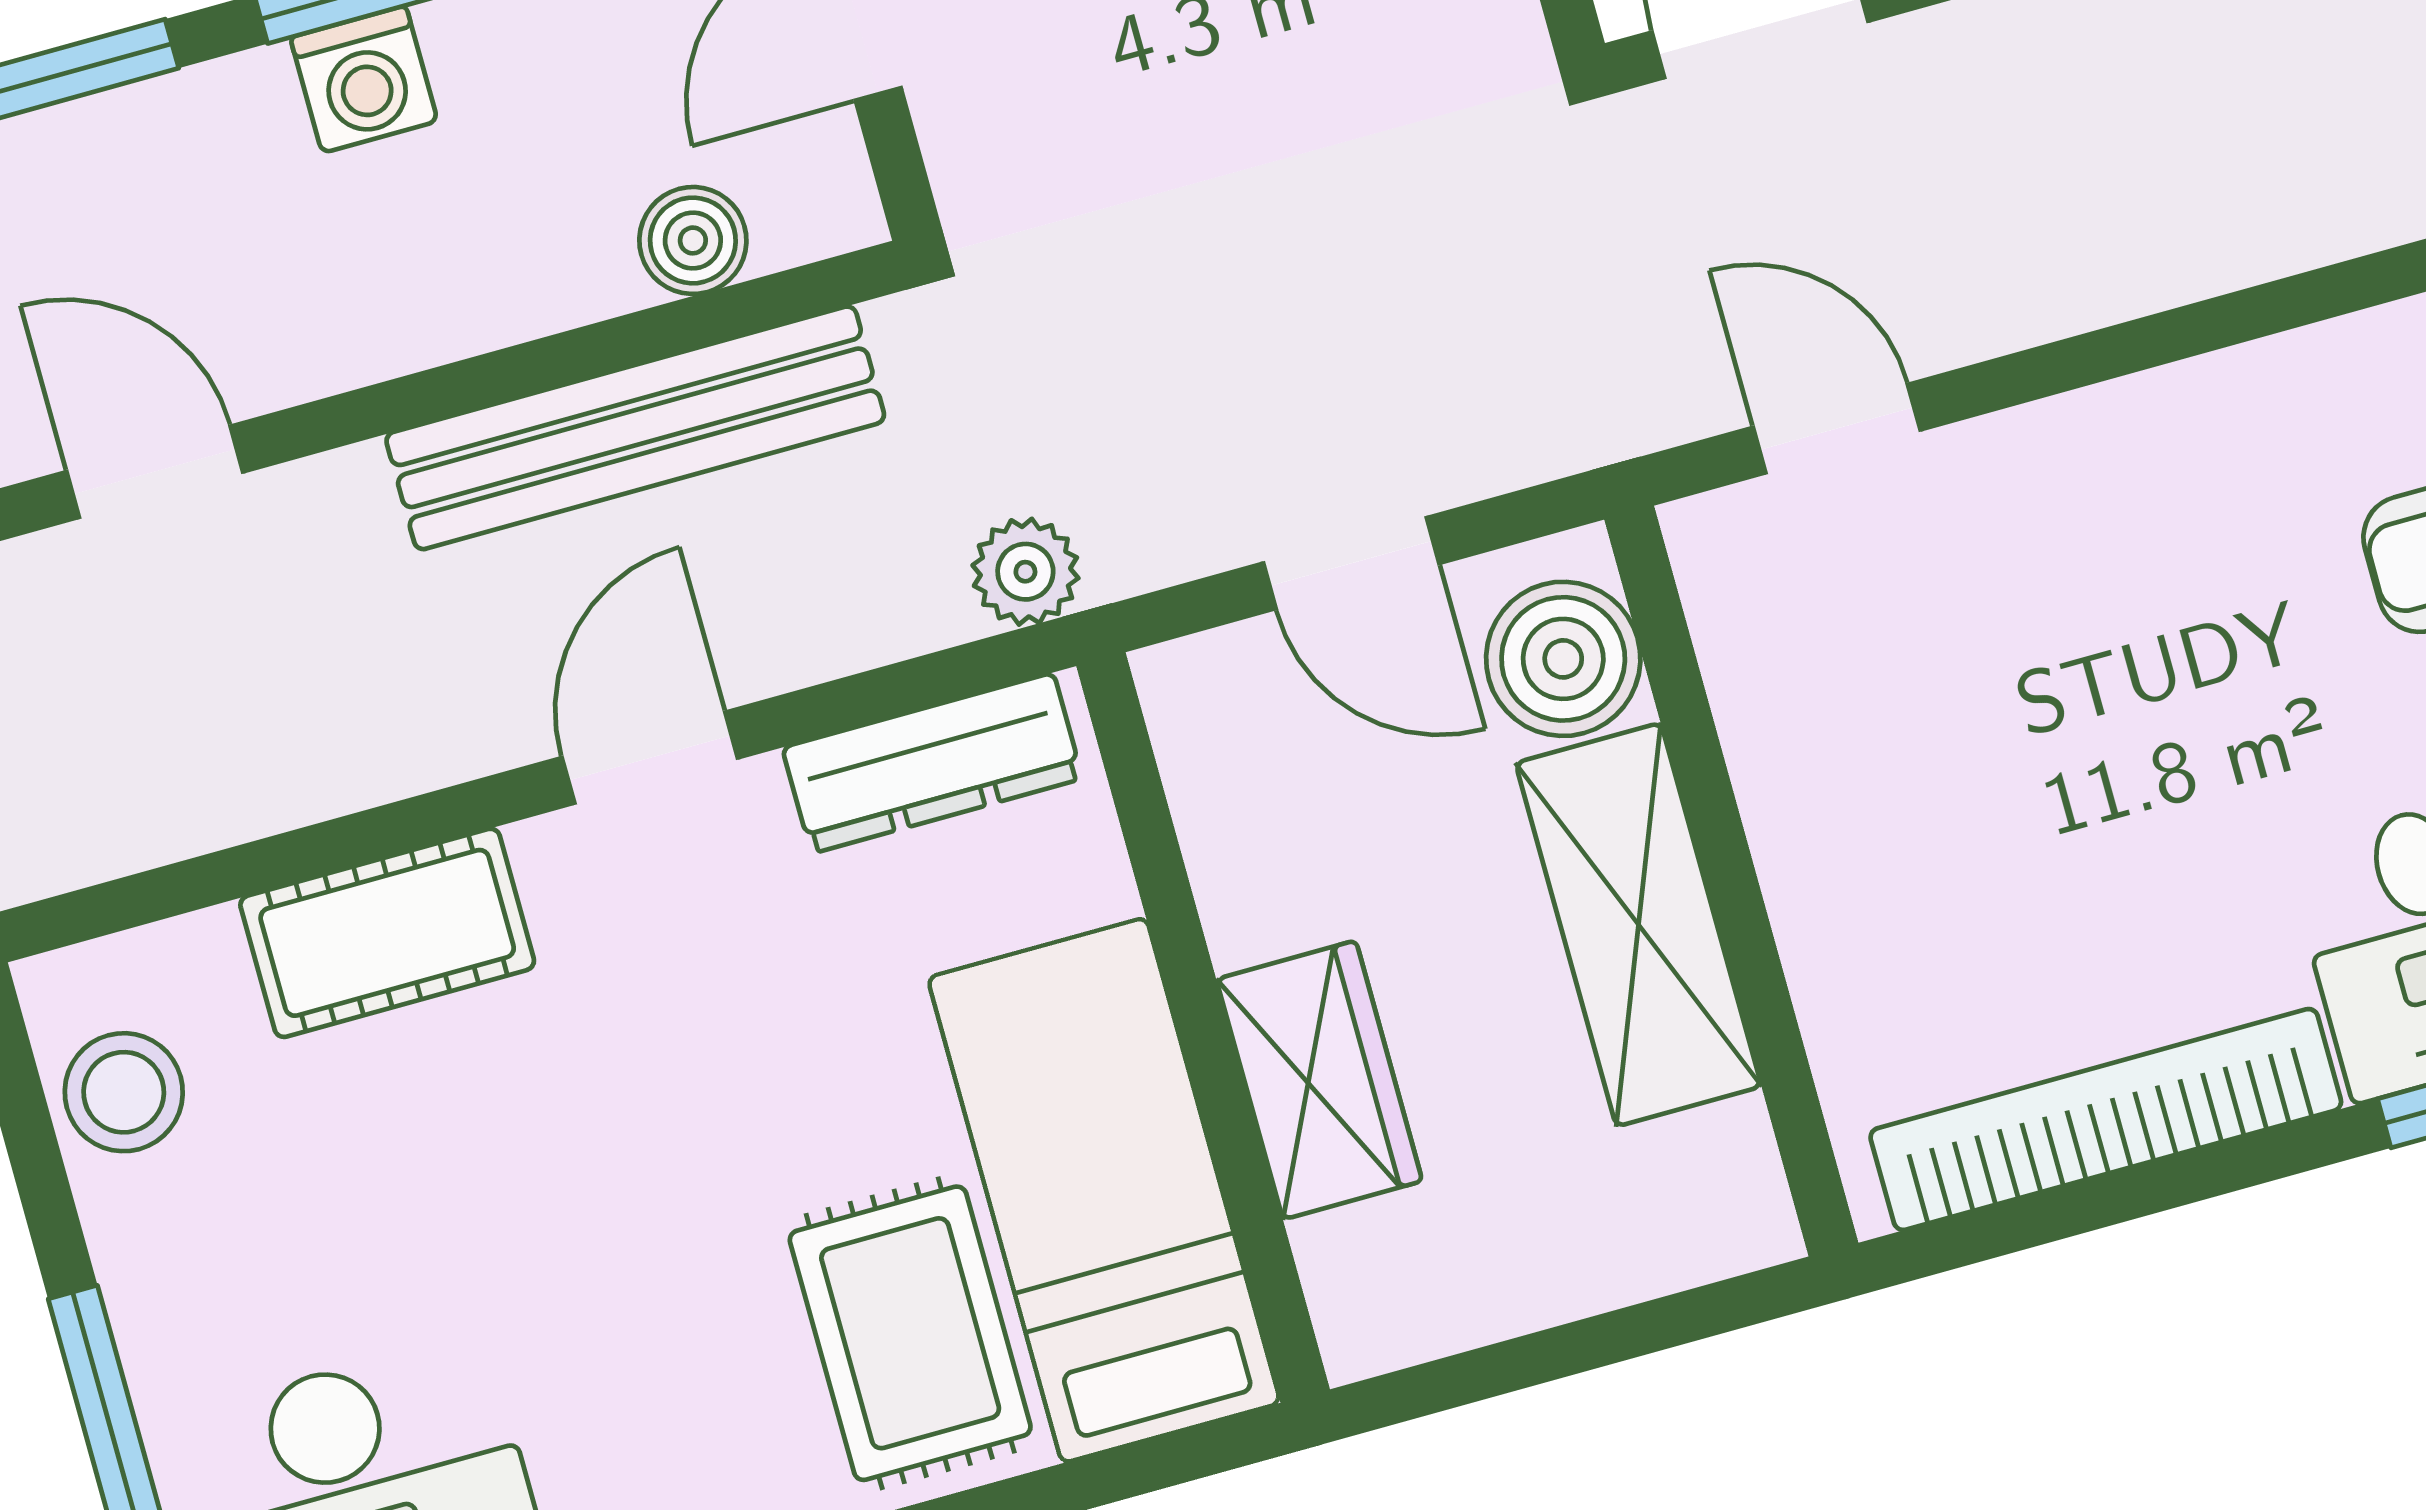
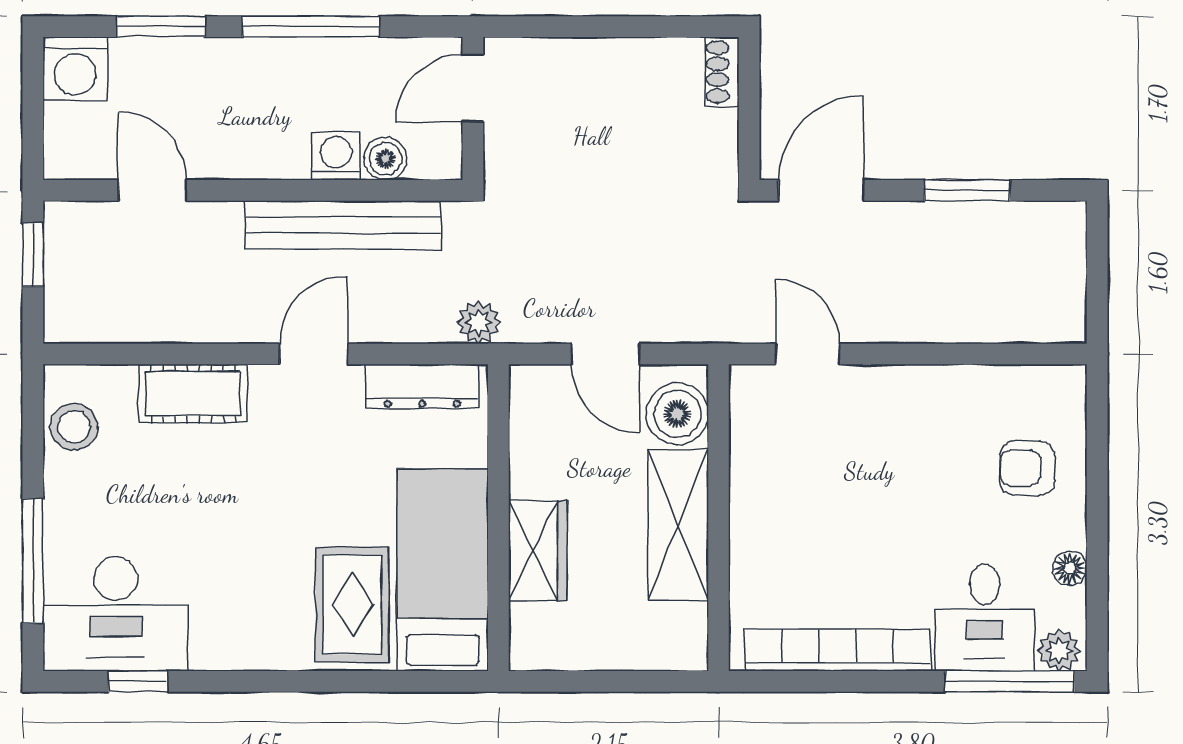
washing machine: (364, 79) -> (336, 156), moved, turned 180

